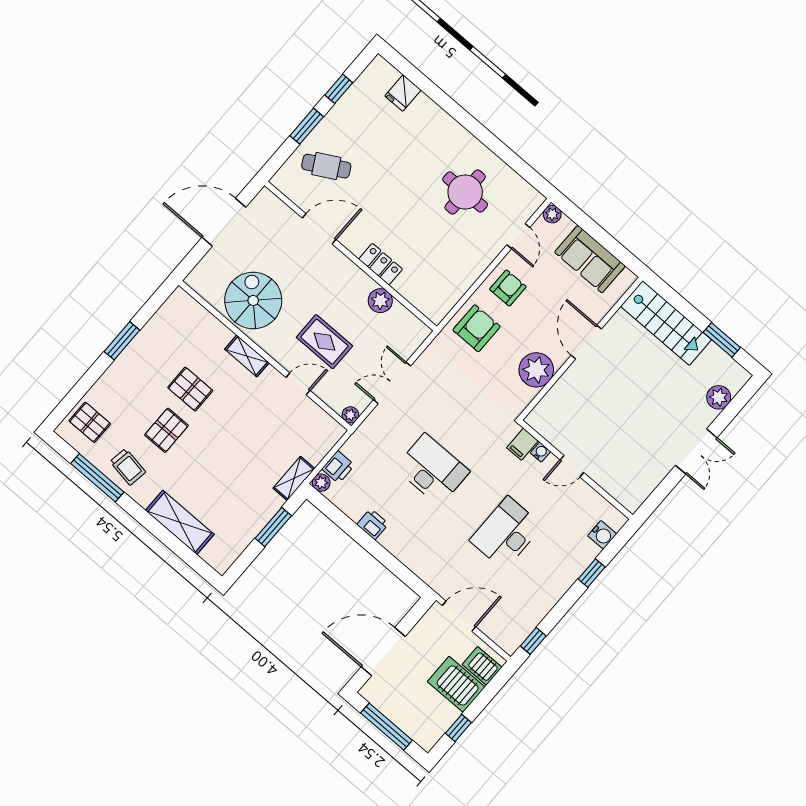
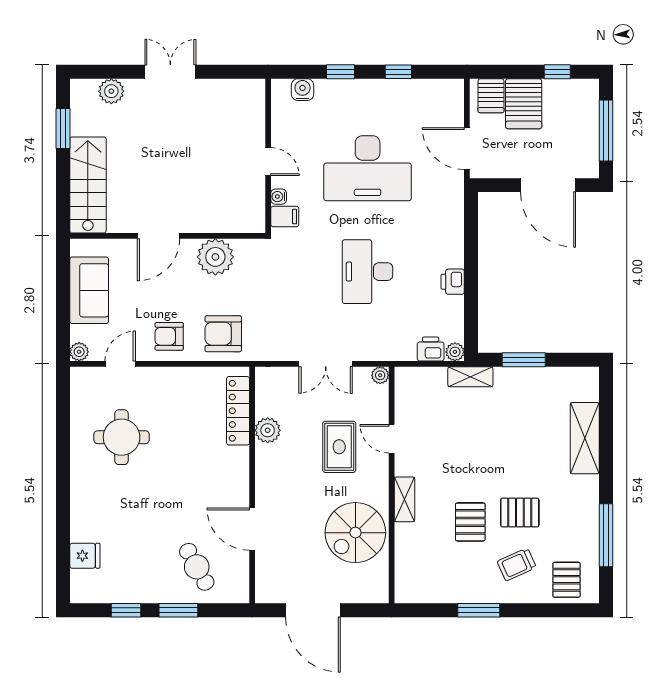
locker: (381, 264) -> (238, 411), moved, width x1.53
trolley: (128, 467) -> (517, 564), moved, turned -123
desk: (506, 533) -> (368, 168), width x1.36, depth x1.30
window: (533, 641) -> (398, 72), moved

